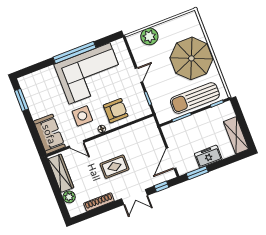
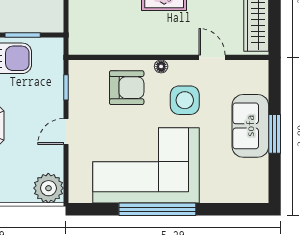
plant: (149, 36) -> (48, 188), moved
window: (21, 100) -> (275, 134), moved
armchair: (116, 111) -> (127, 88), turned 180
sofa: (49, 134) -> (250, 126), moved

